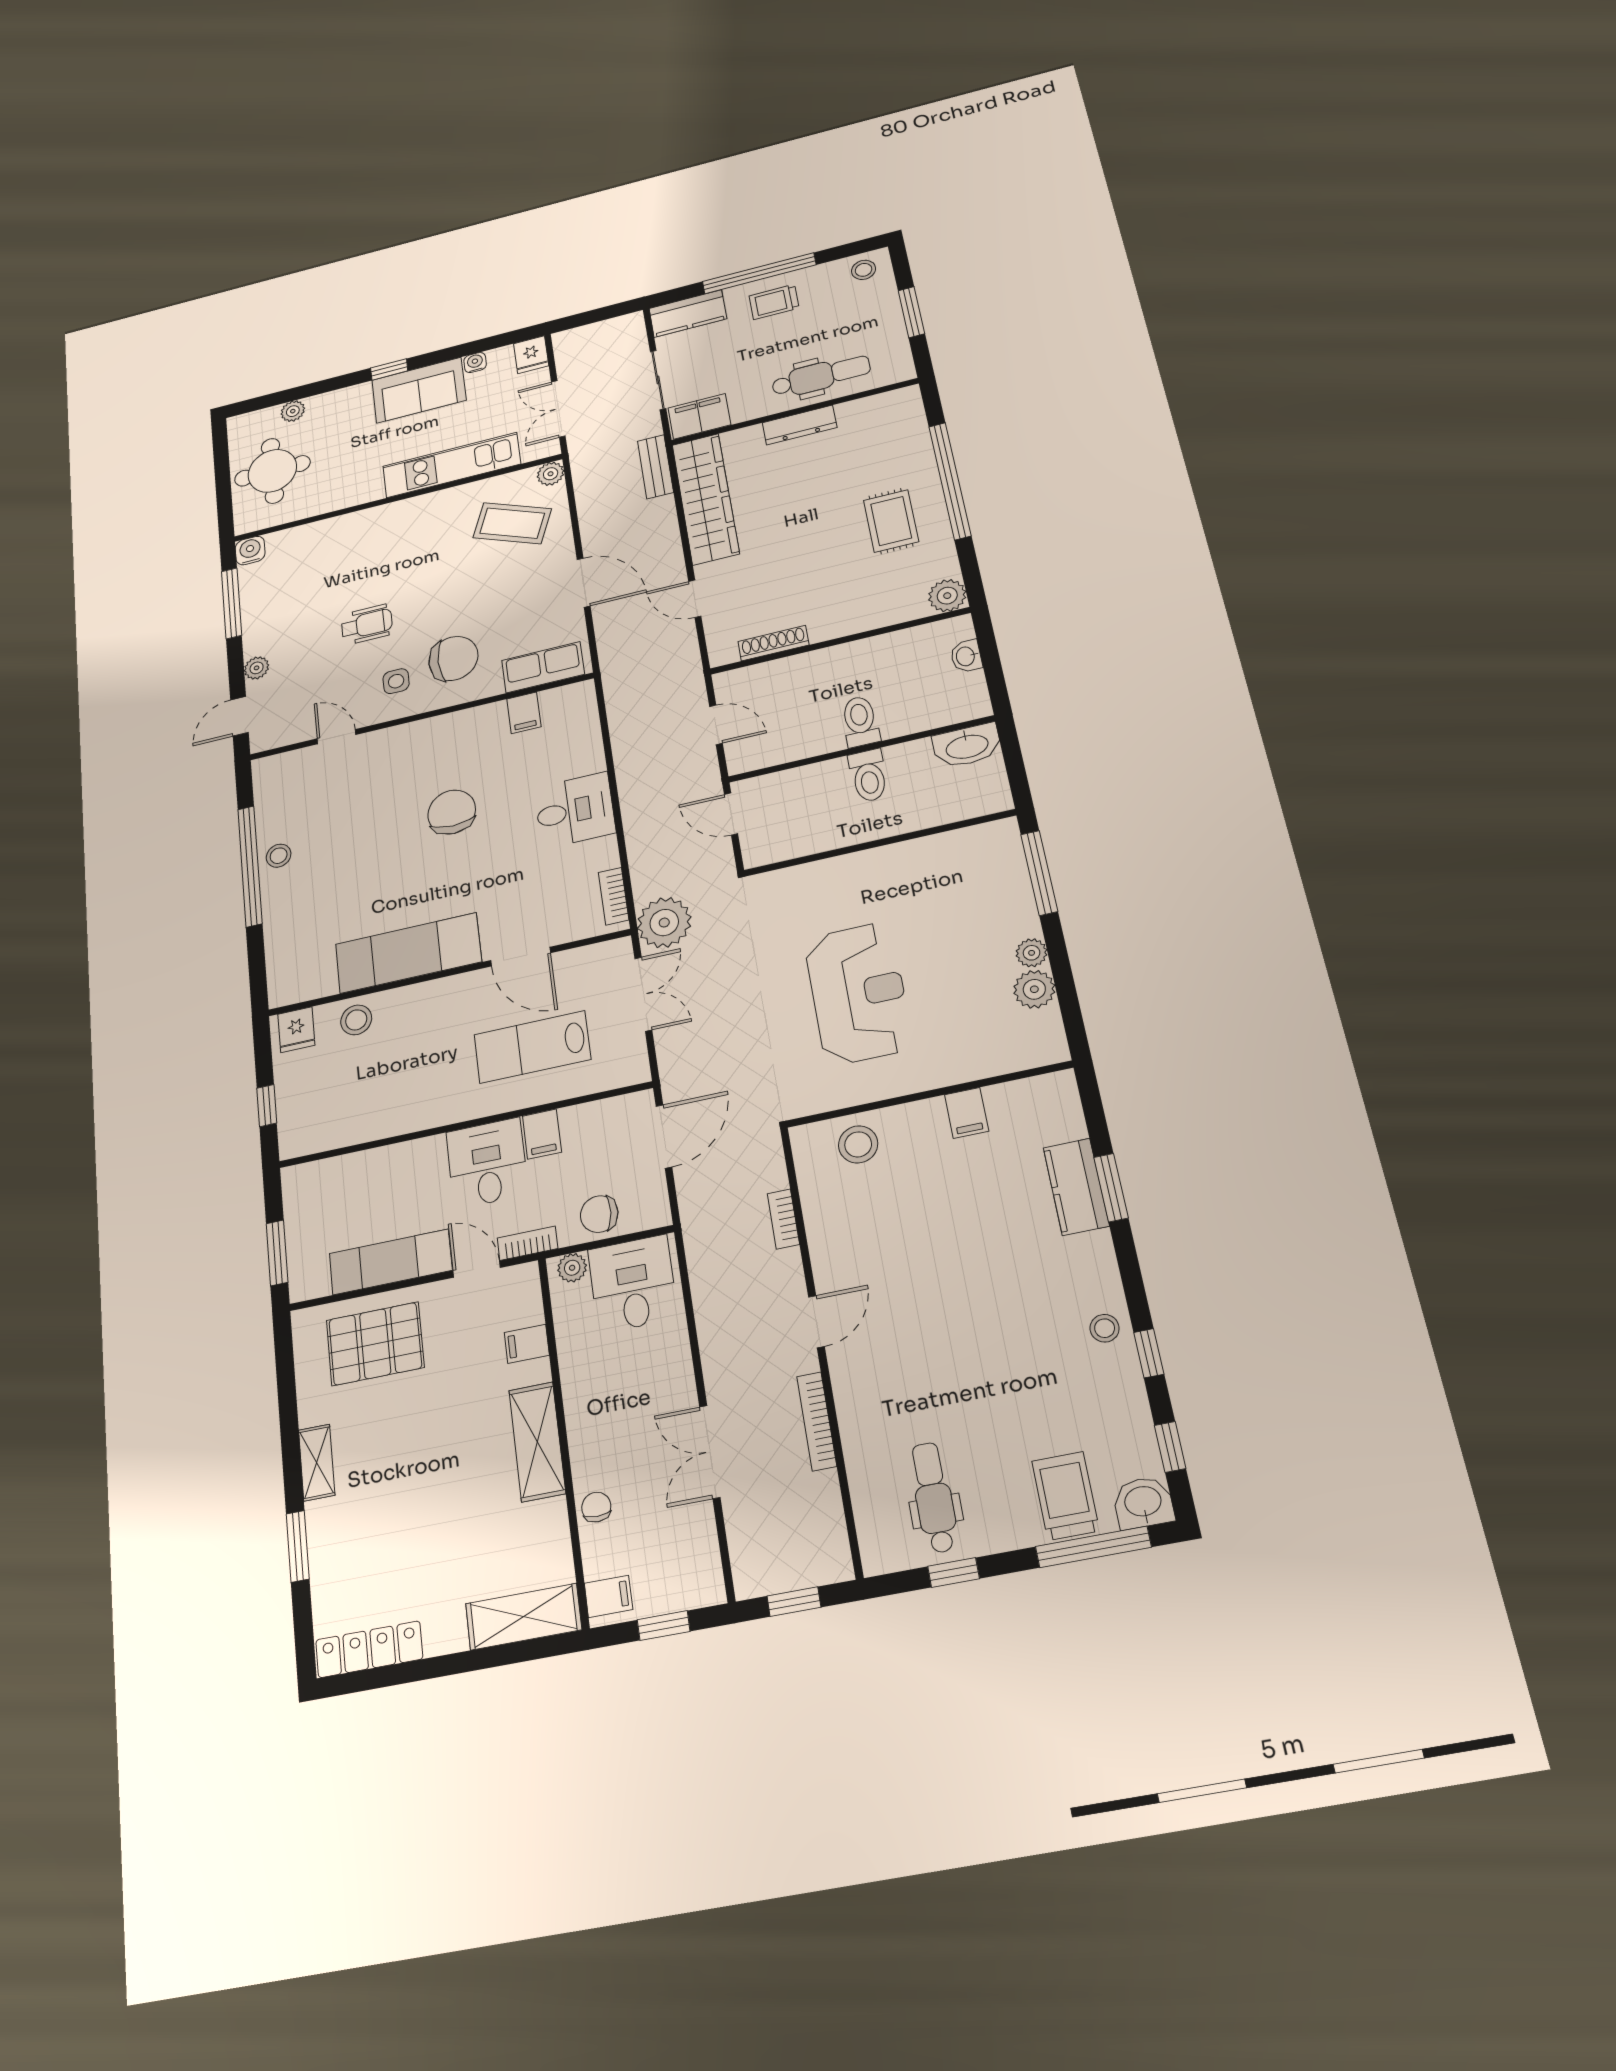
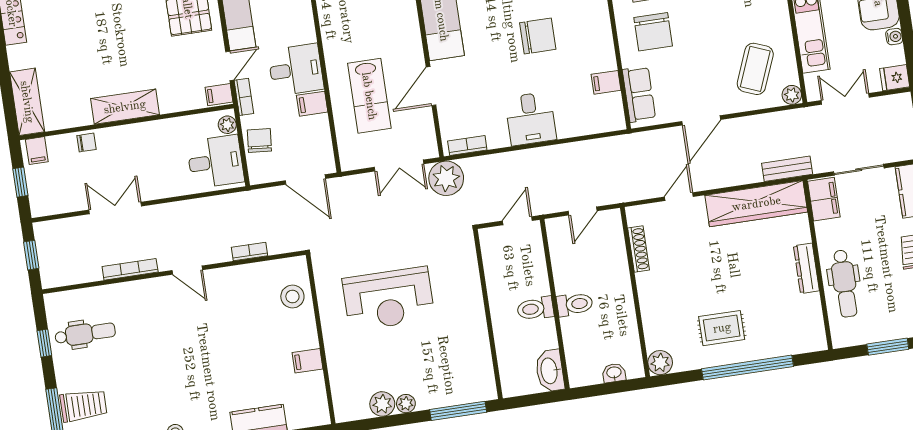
lab bench: (532, 1047) -> (369, 96), turned 180
filing cabinet: (527, 1344) -> (219, 95), moved, turned -90

